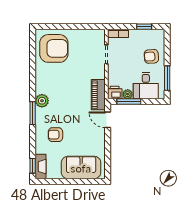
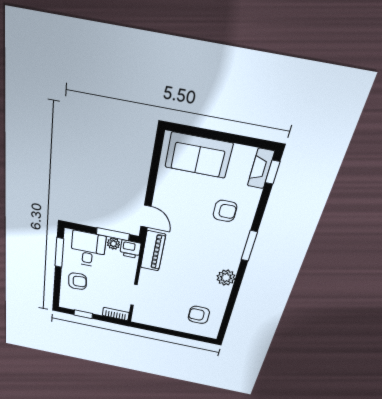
armchair: (54, 48) -> (199, 315), width x0.53, depth x0.53
plant: (42, 101) -> (226, 278), moved

